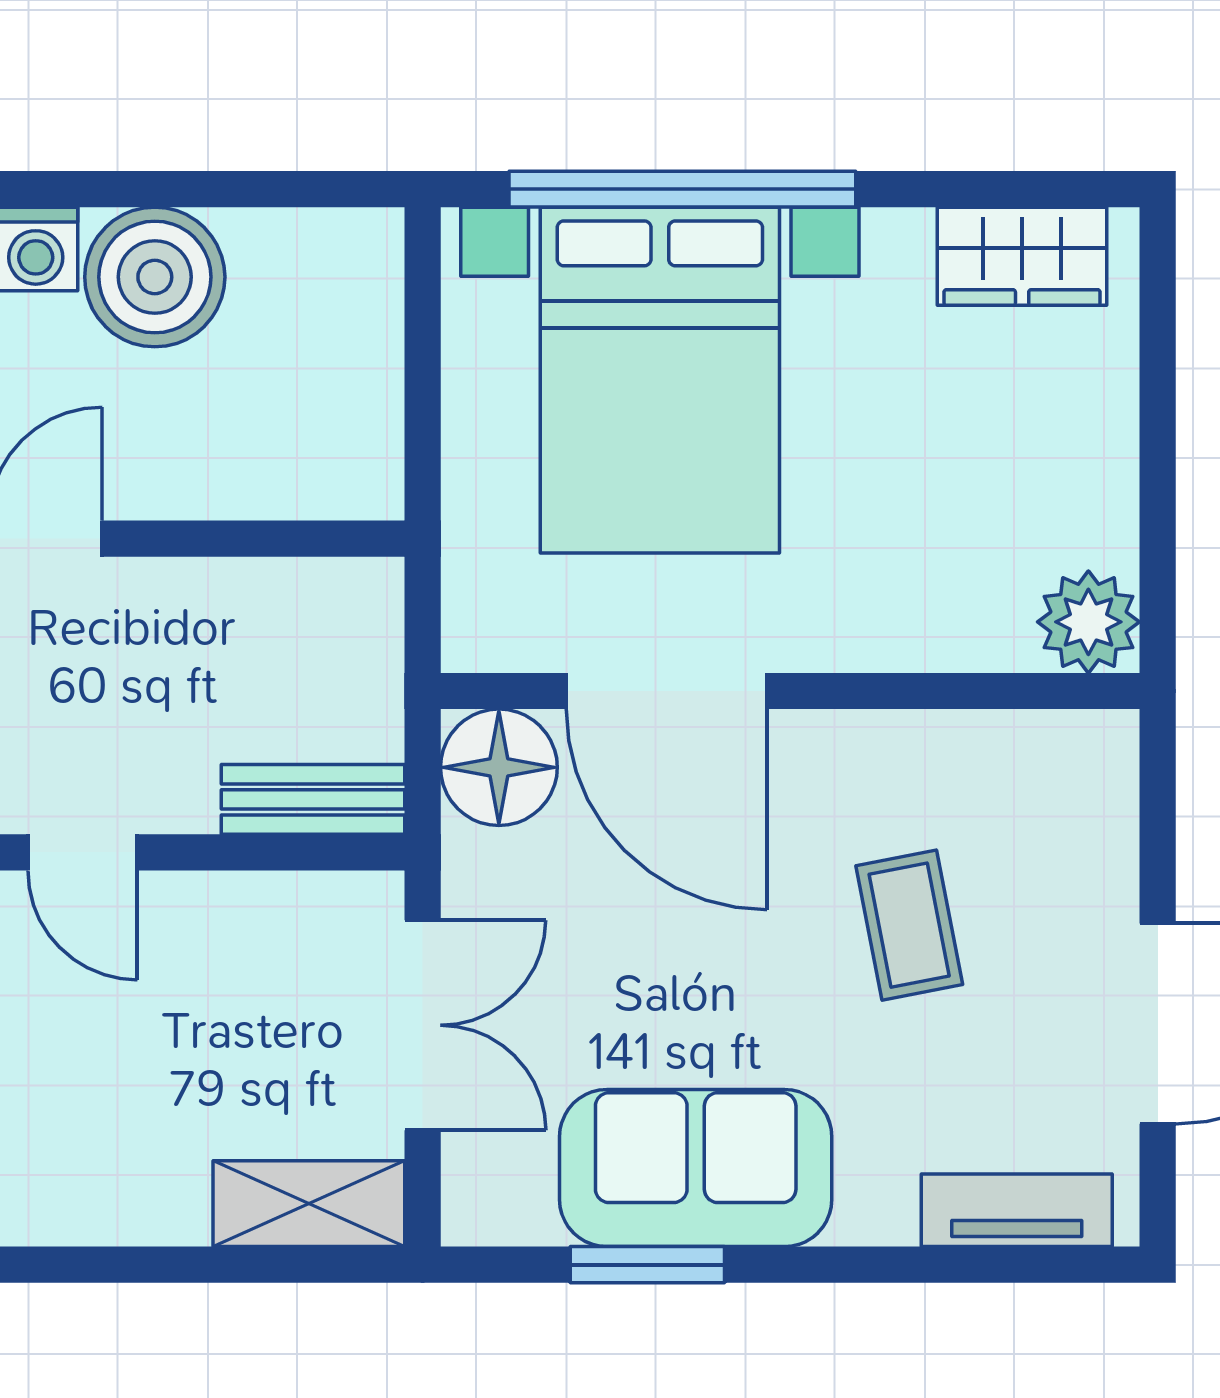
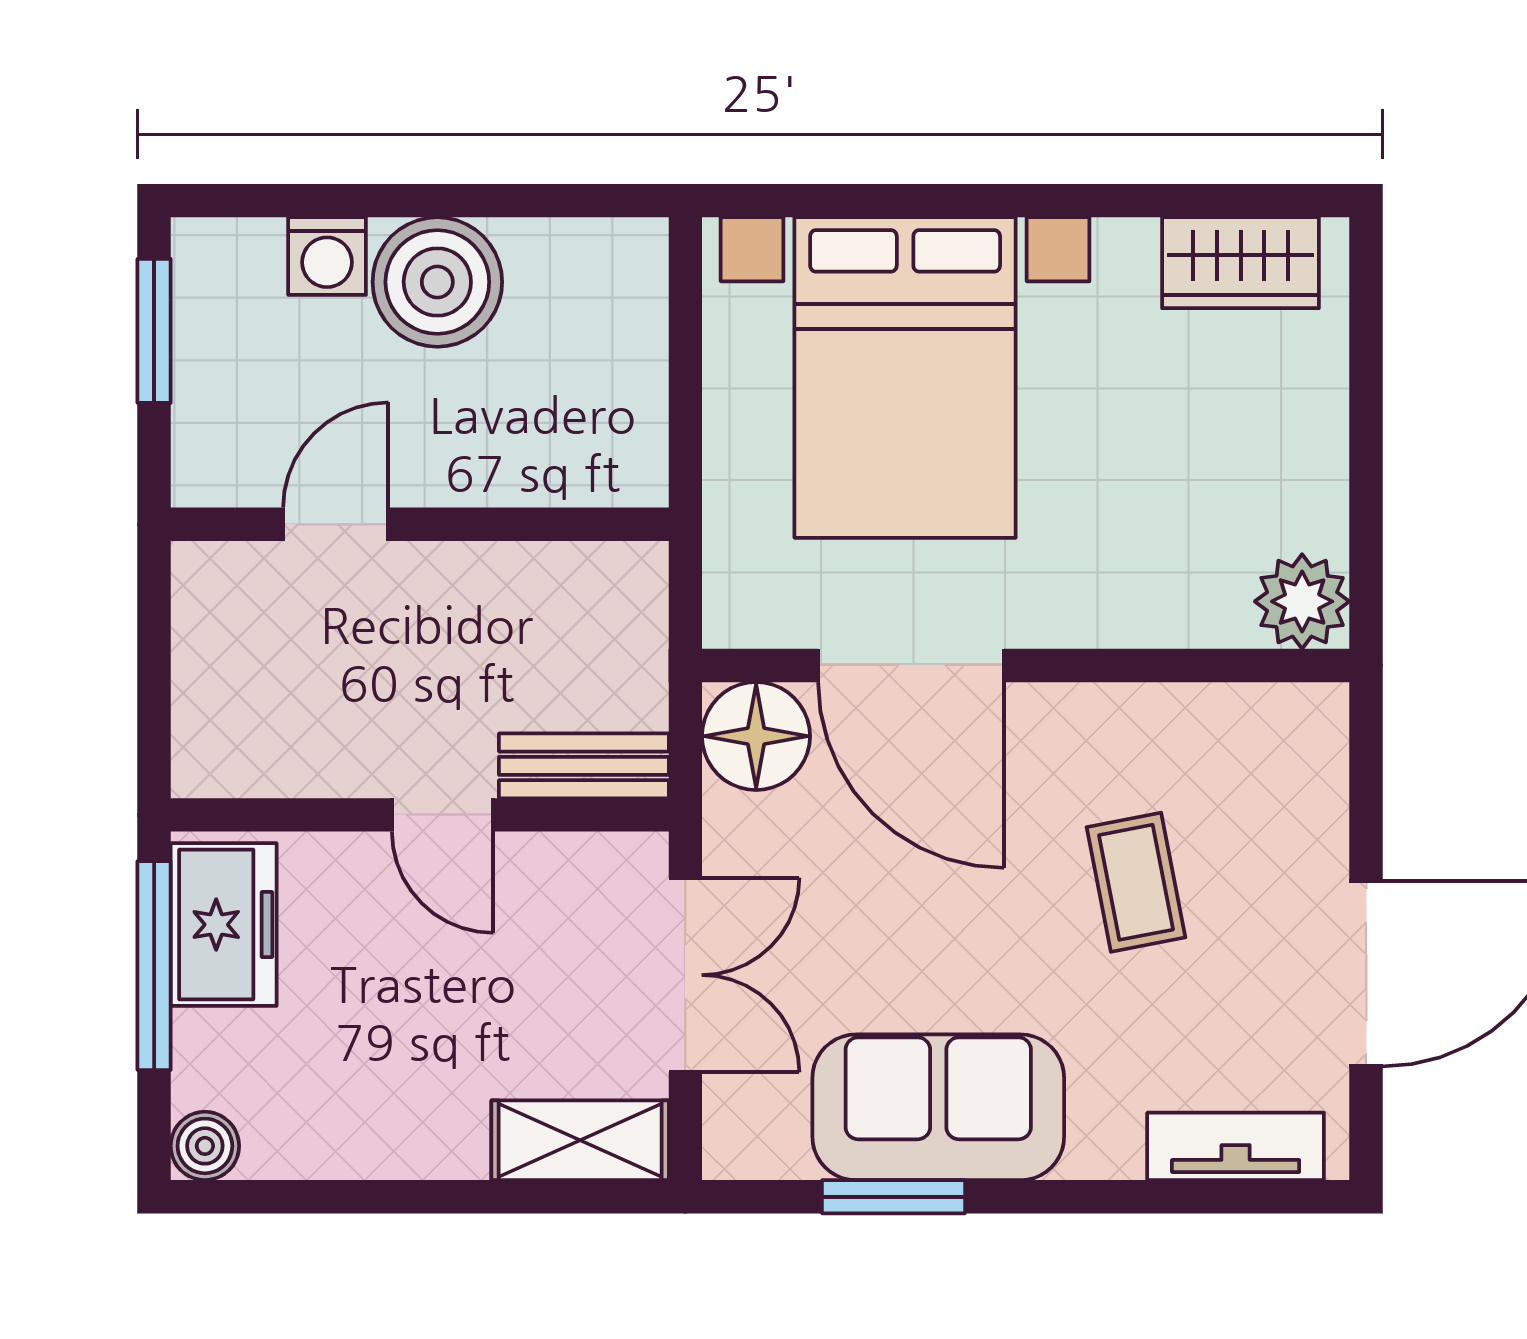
window: (682, 189) -> (926, 201), removed
door: (83, 852) -> (443, 815), moved

